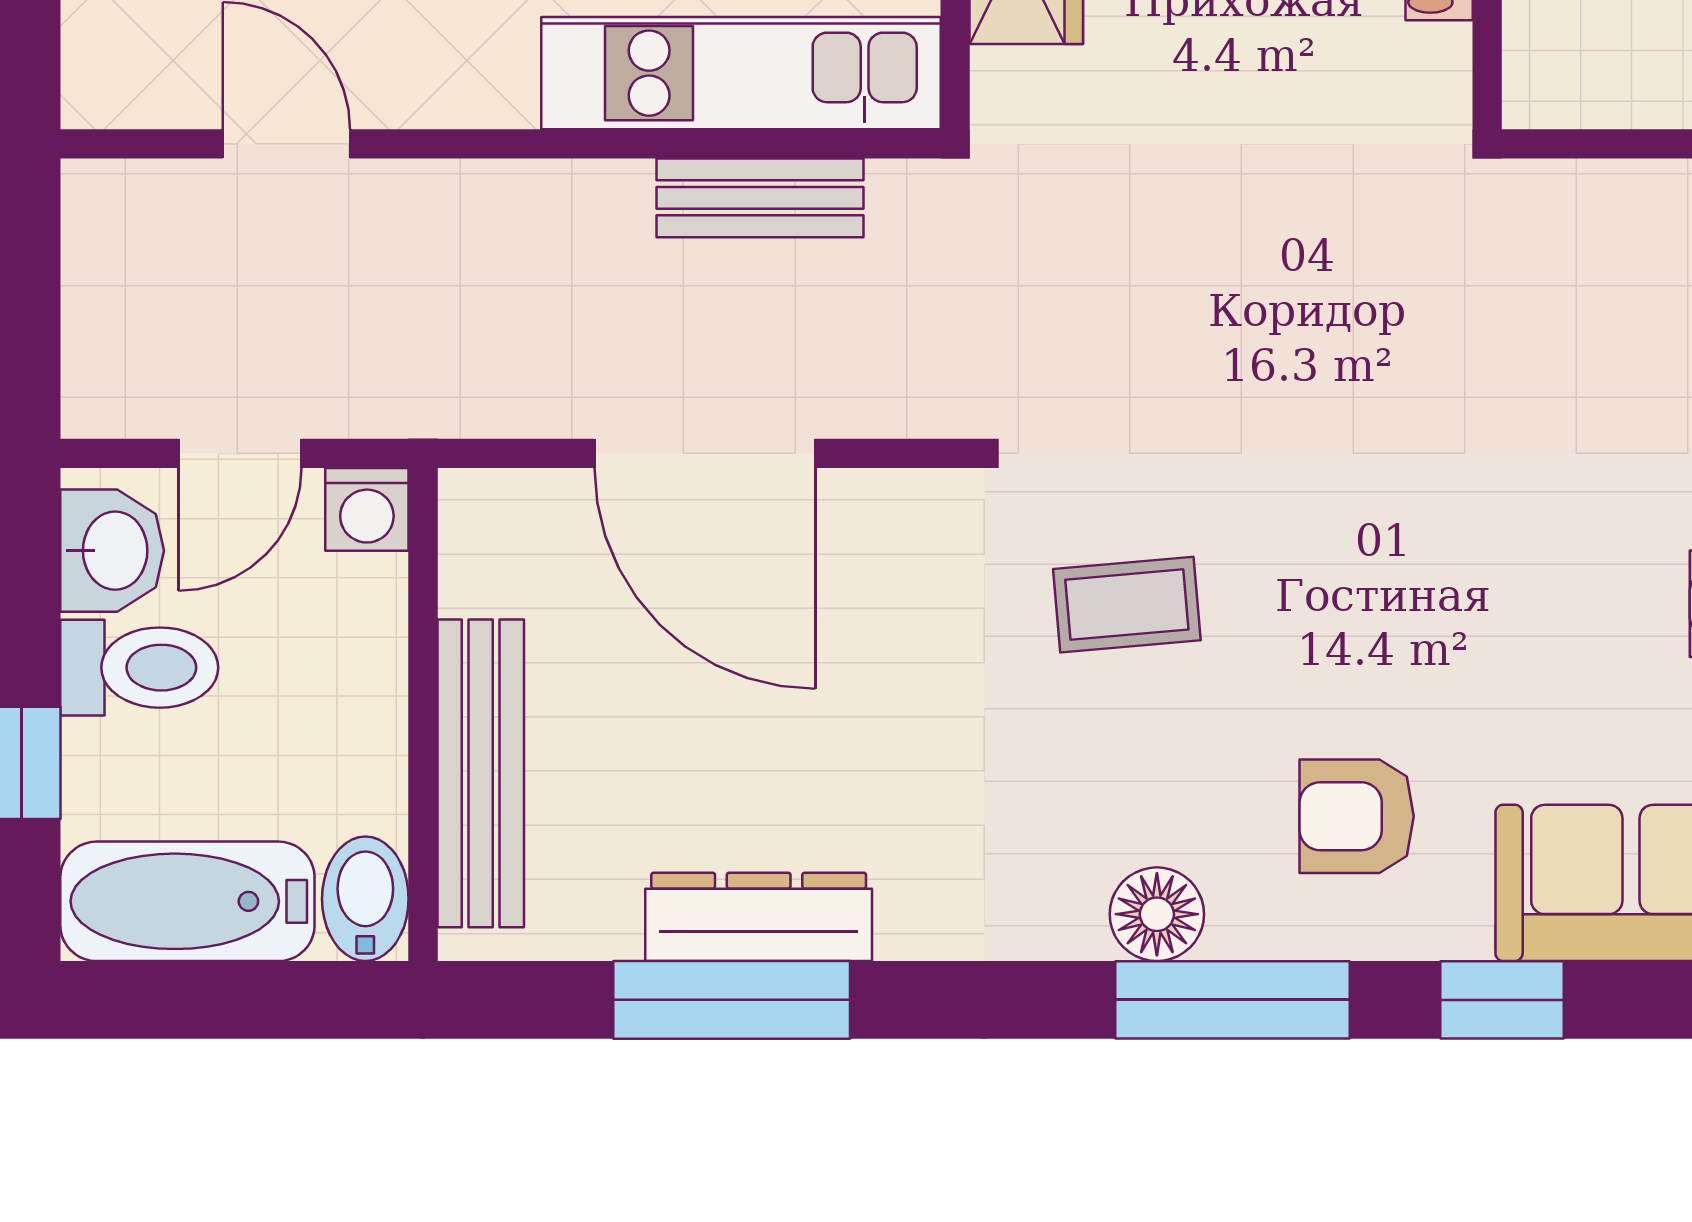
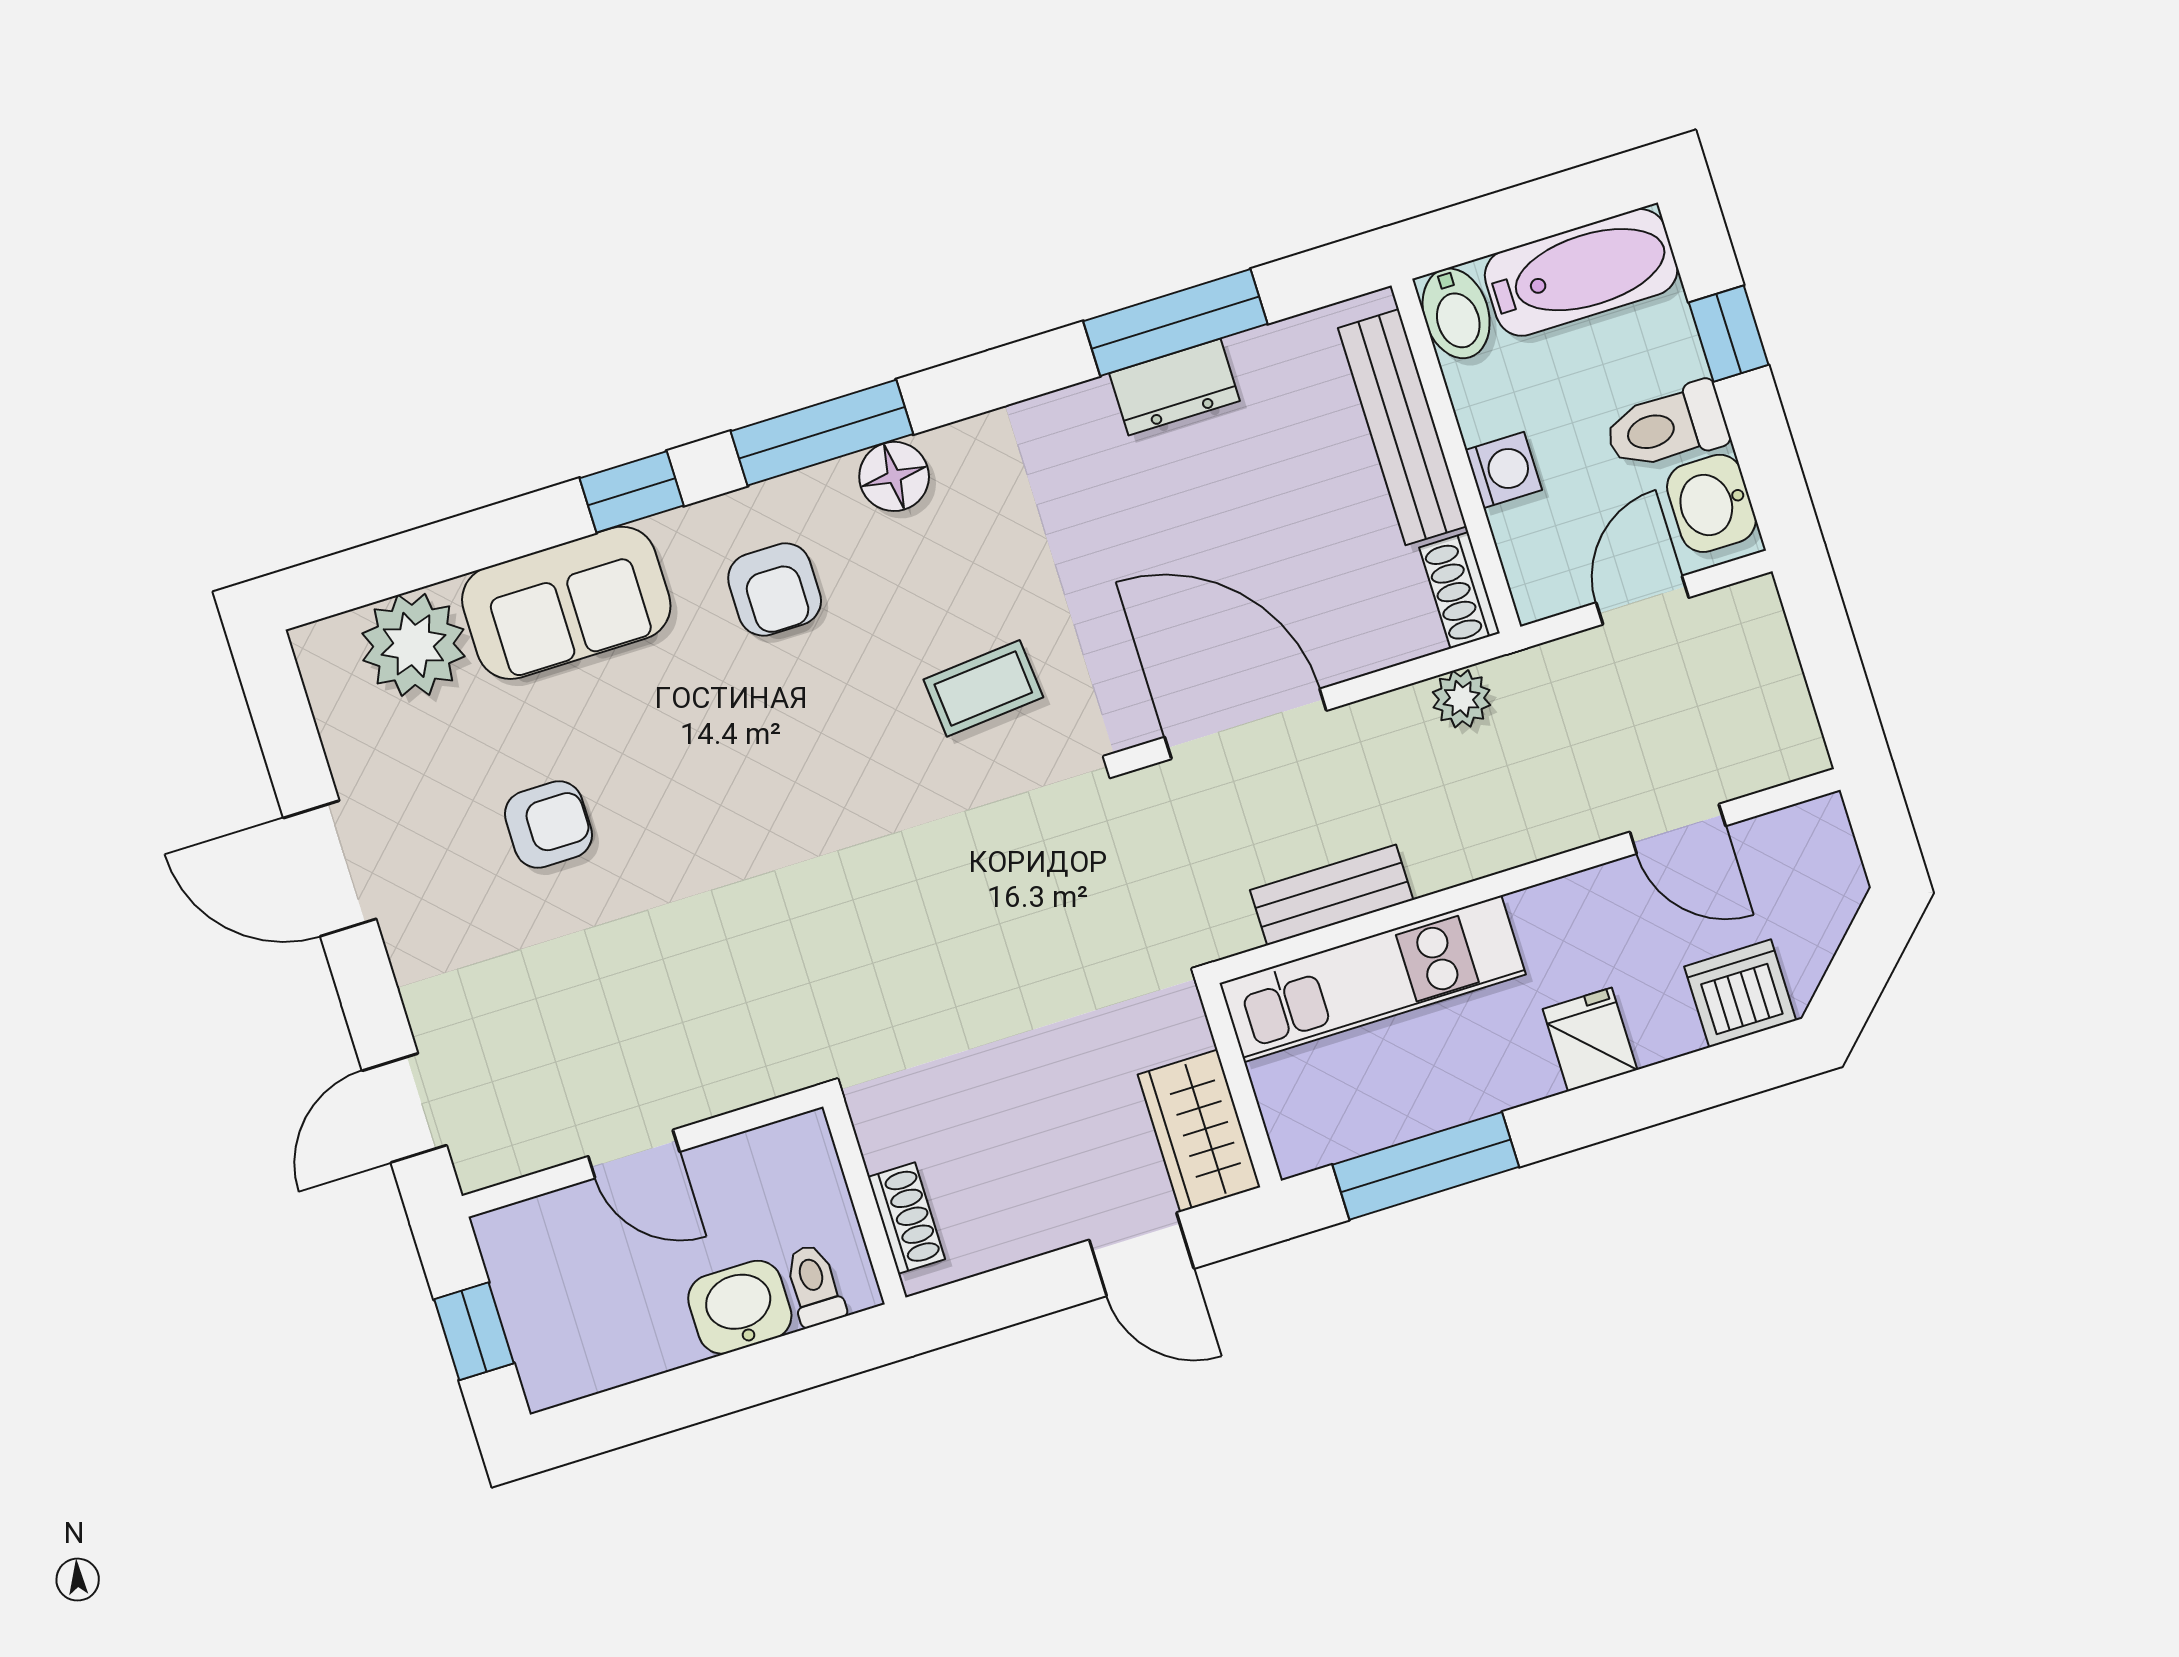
plant: (513, 399) -> (1462, 699), added
door: (705, 453) -> (1246, 724), moved
washing machine: (367, 509) -> (1504, 470), moved, turned 90
shoe rack: (472, 540) -> (1459, 590), added
armchair: (1357, 816) -> (775, 590), turned 90
dresser: (759, 917) -> (1174, 387), width x0.70

